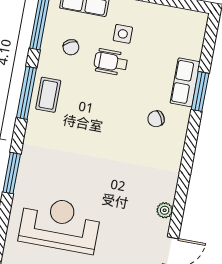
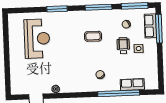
row of seats: (185, 82) -> (132, 84), moved
window: (200, 91) -> (119, 93), width x2.11
coffee table: (48, 95) -> (93, 36), moved

